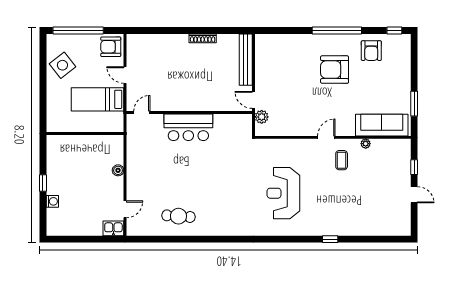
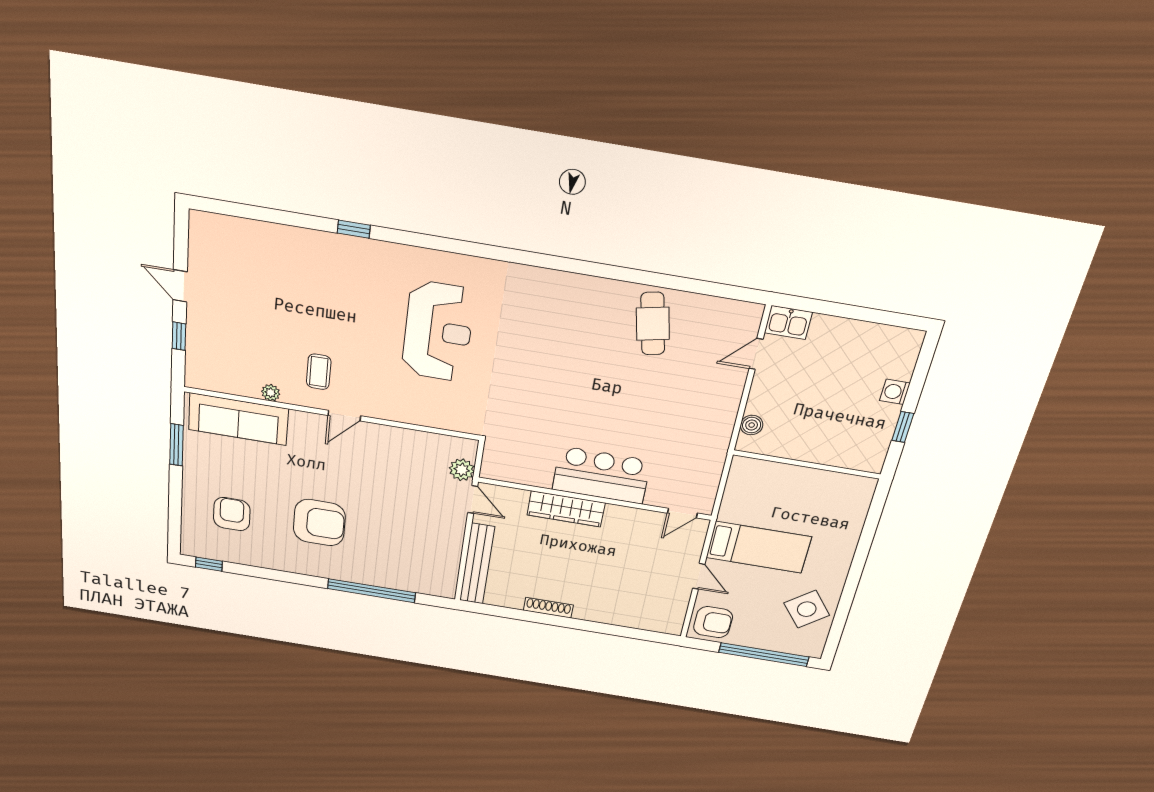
window: (337, 31) -> (372, 591), moved
armchair: (371, 51) -> (232, 514), moved
wardrobe: (203, 103) -> (566, 509), added
wall: (85, 133) -> (807, 464), moved
cafe table: (178, 216) -> (653, 324), turned 74

